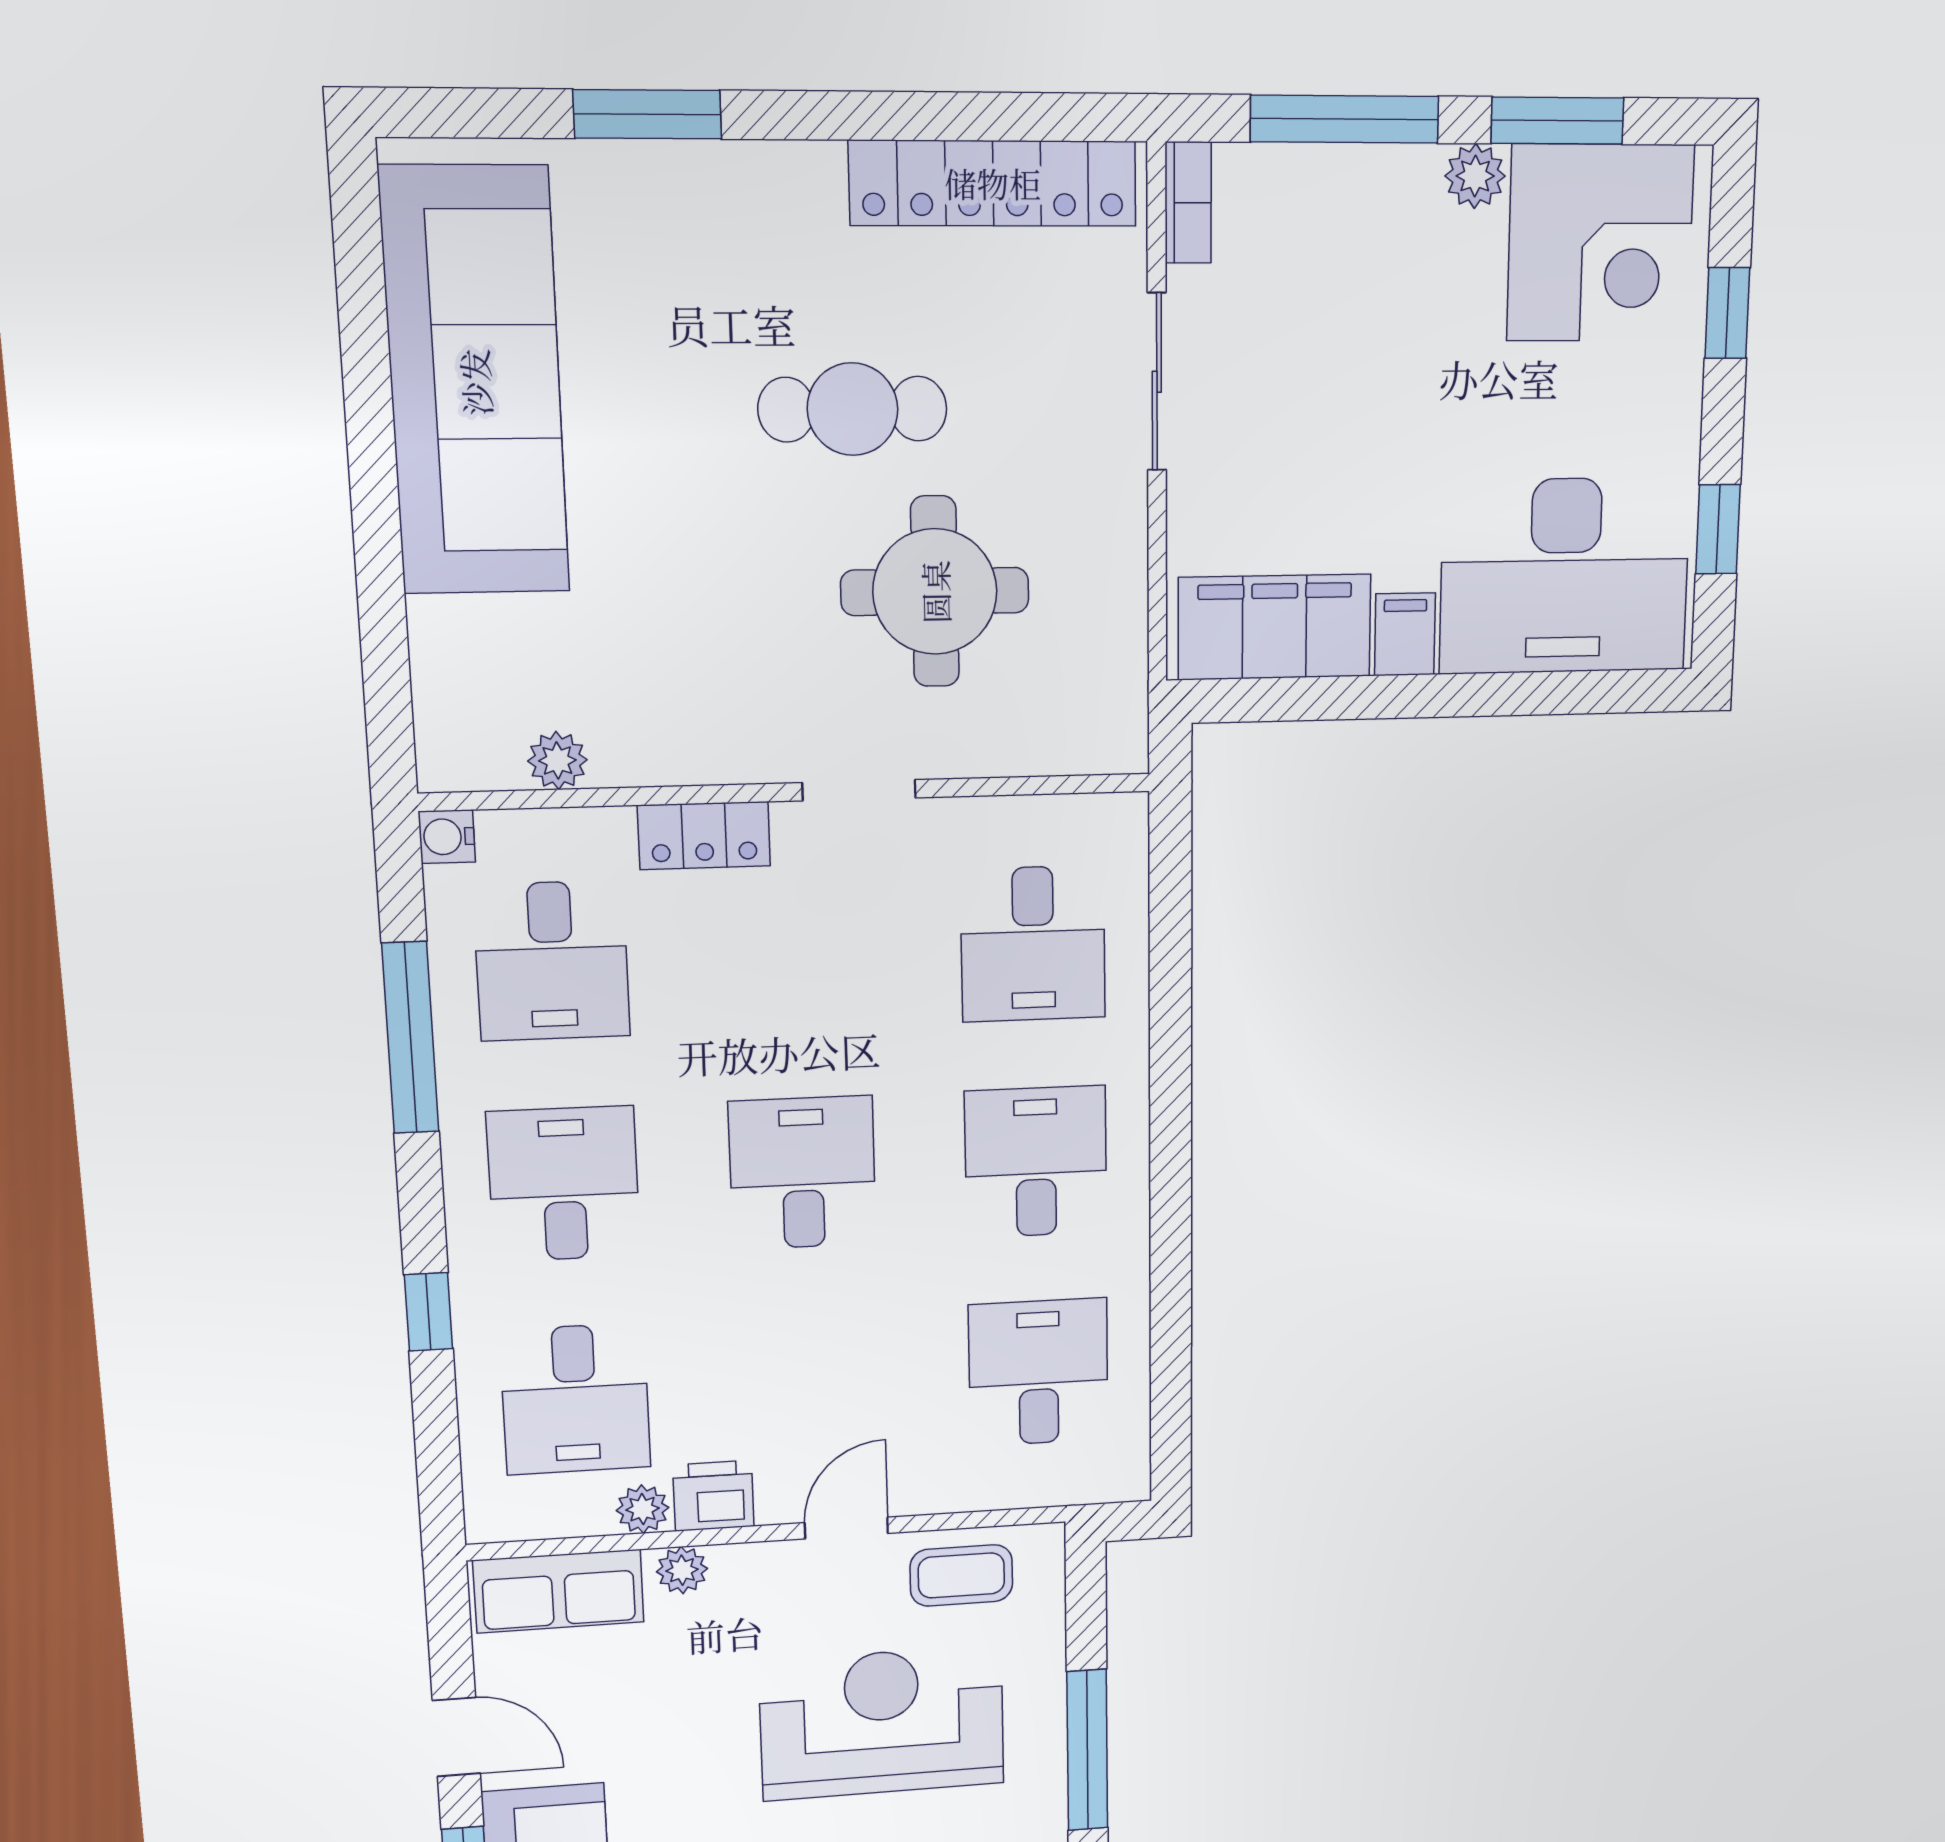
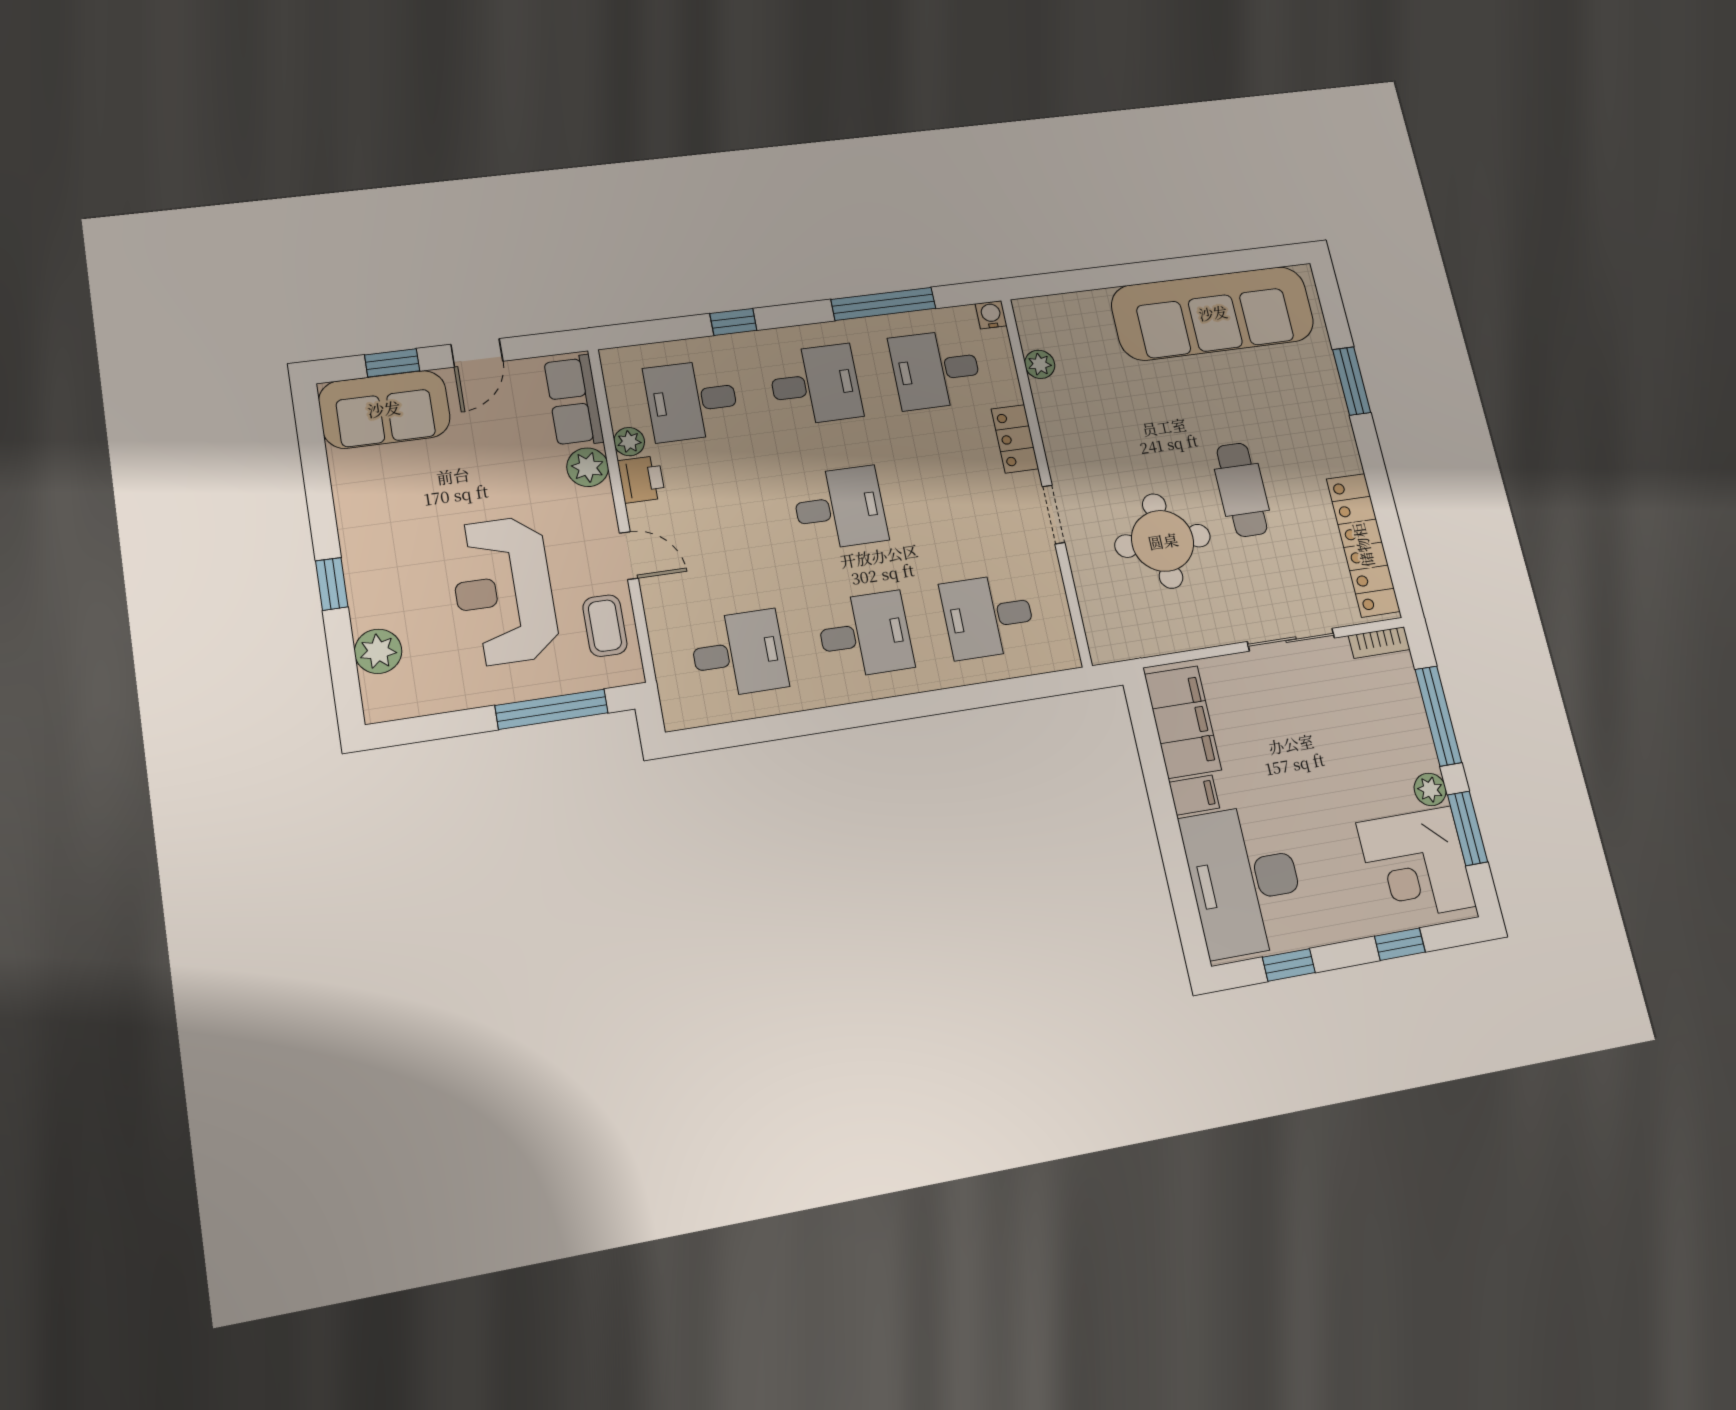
plant: (682, 1570) -> (588, 467), width x1.38, depth x1.38
reception desk: (882, 1723) -> (504, 591), turned 180
window: (1087, 1750) -> (552, 709), moved

